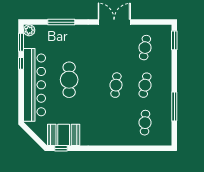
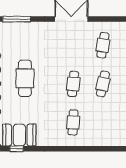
cafe table: (145, 123) -> (73, 122), moved

